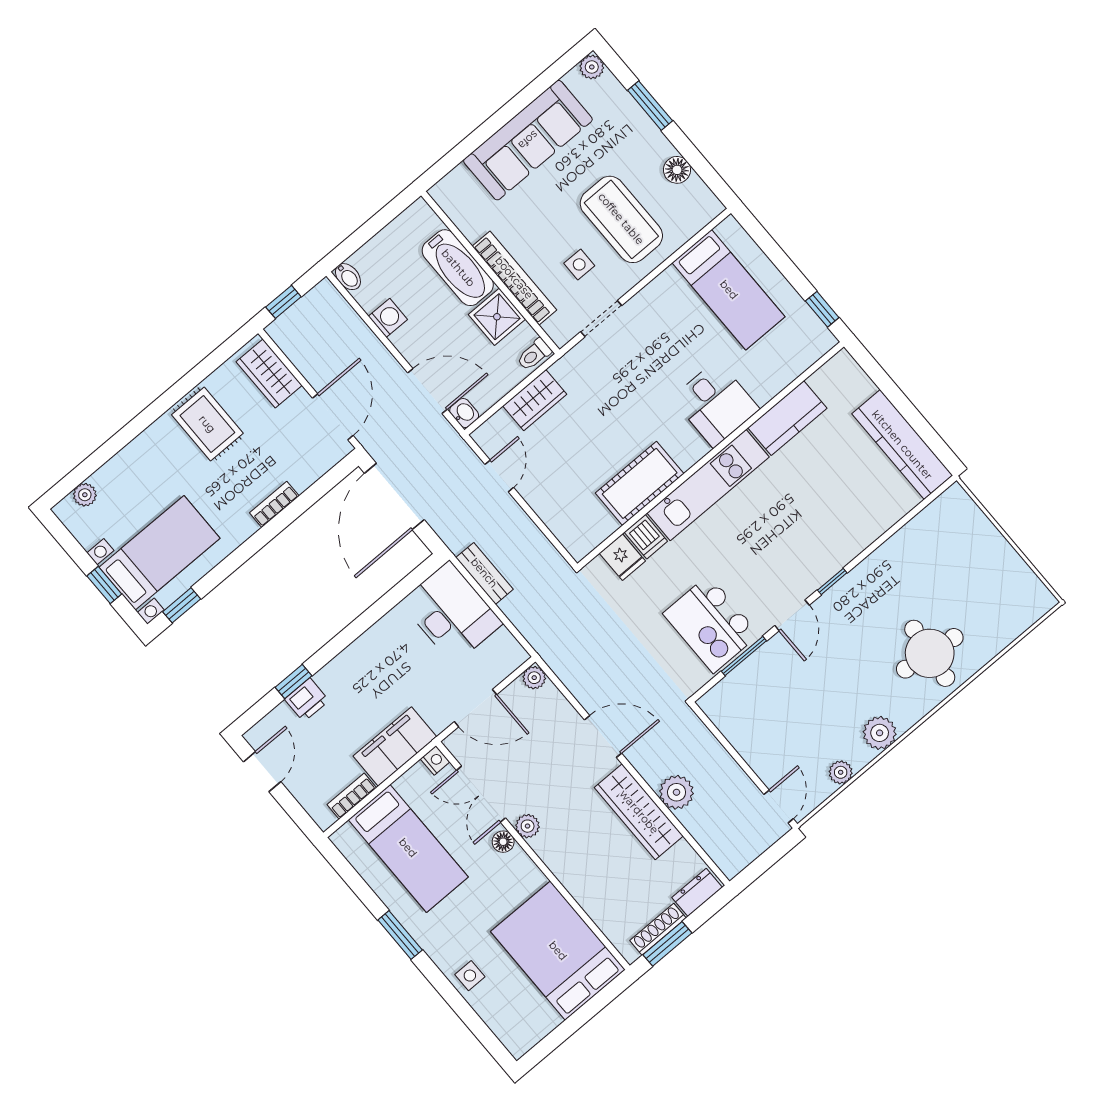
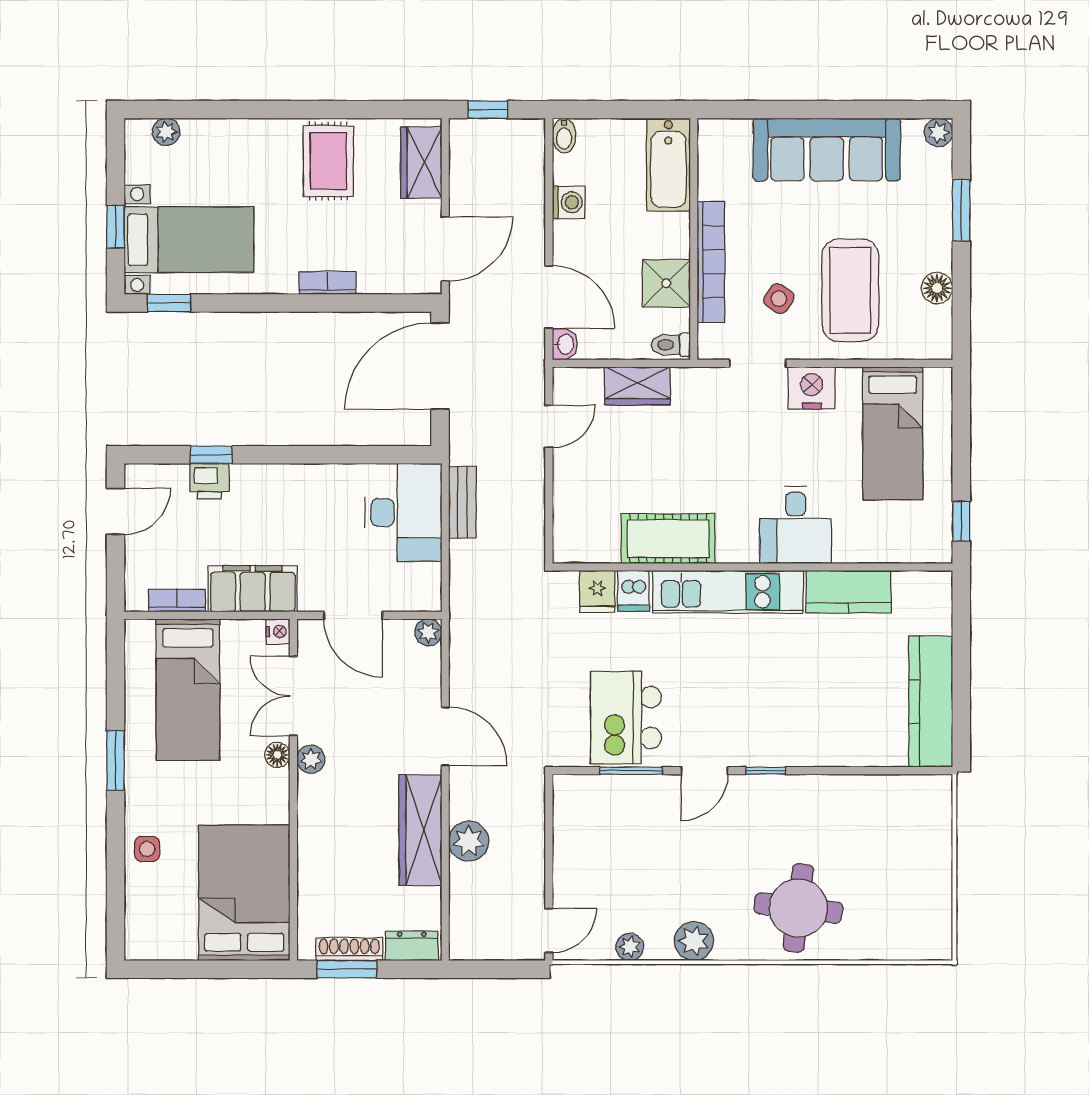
side table: (579, 264) -> (779, 299), turned 35
bathtub: (458, 268) -> (668, 165), moved
nightstand: (650, 305) -> (812, 388), added

